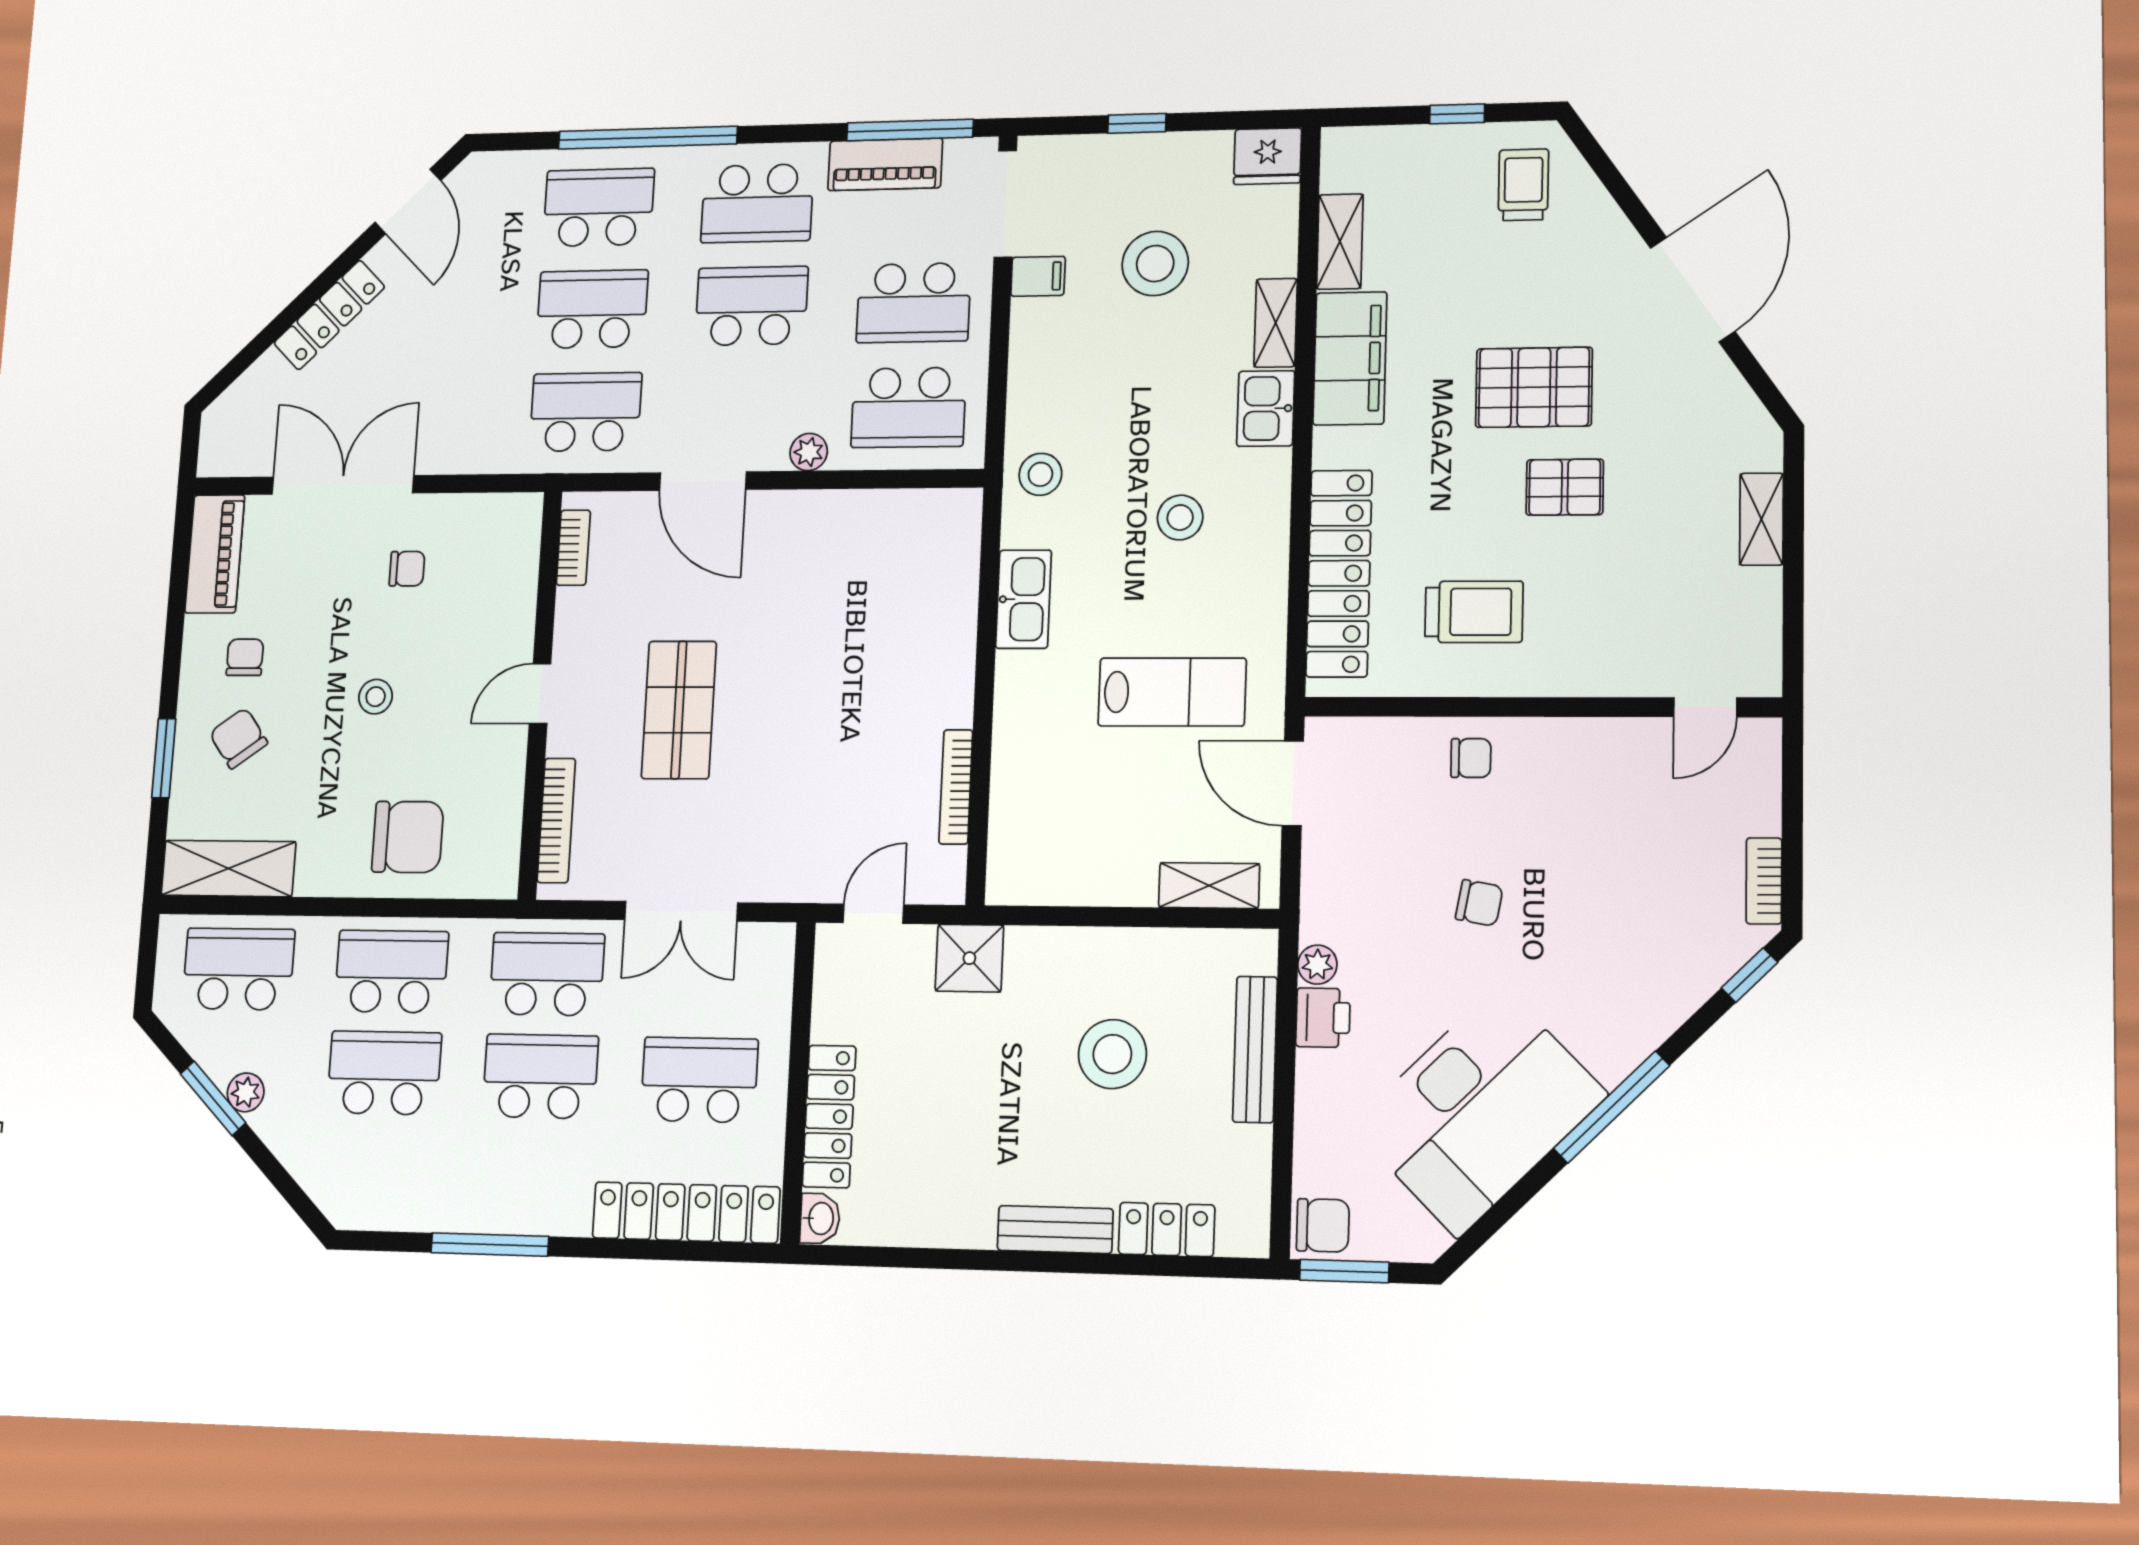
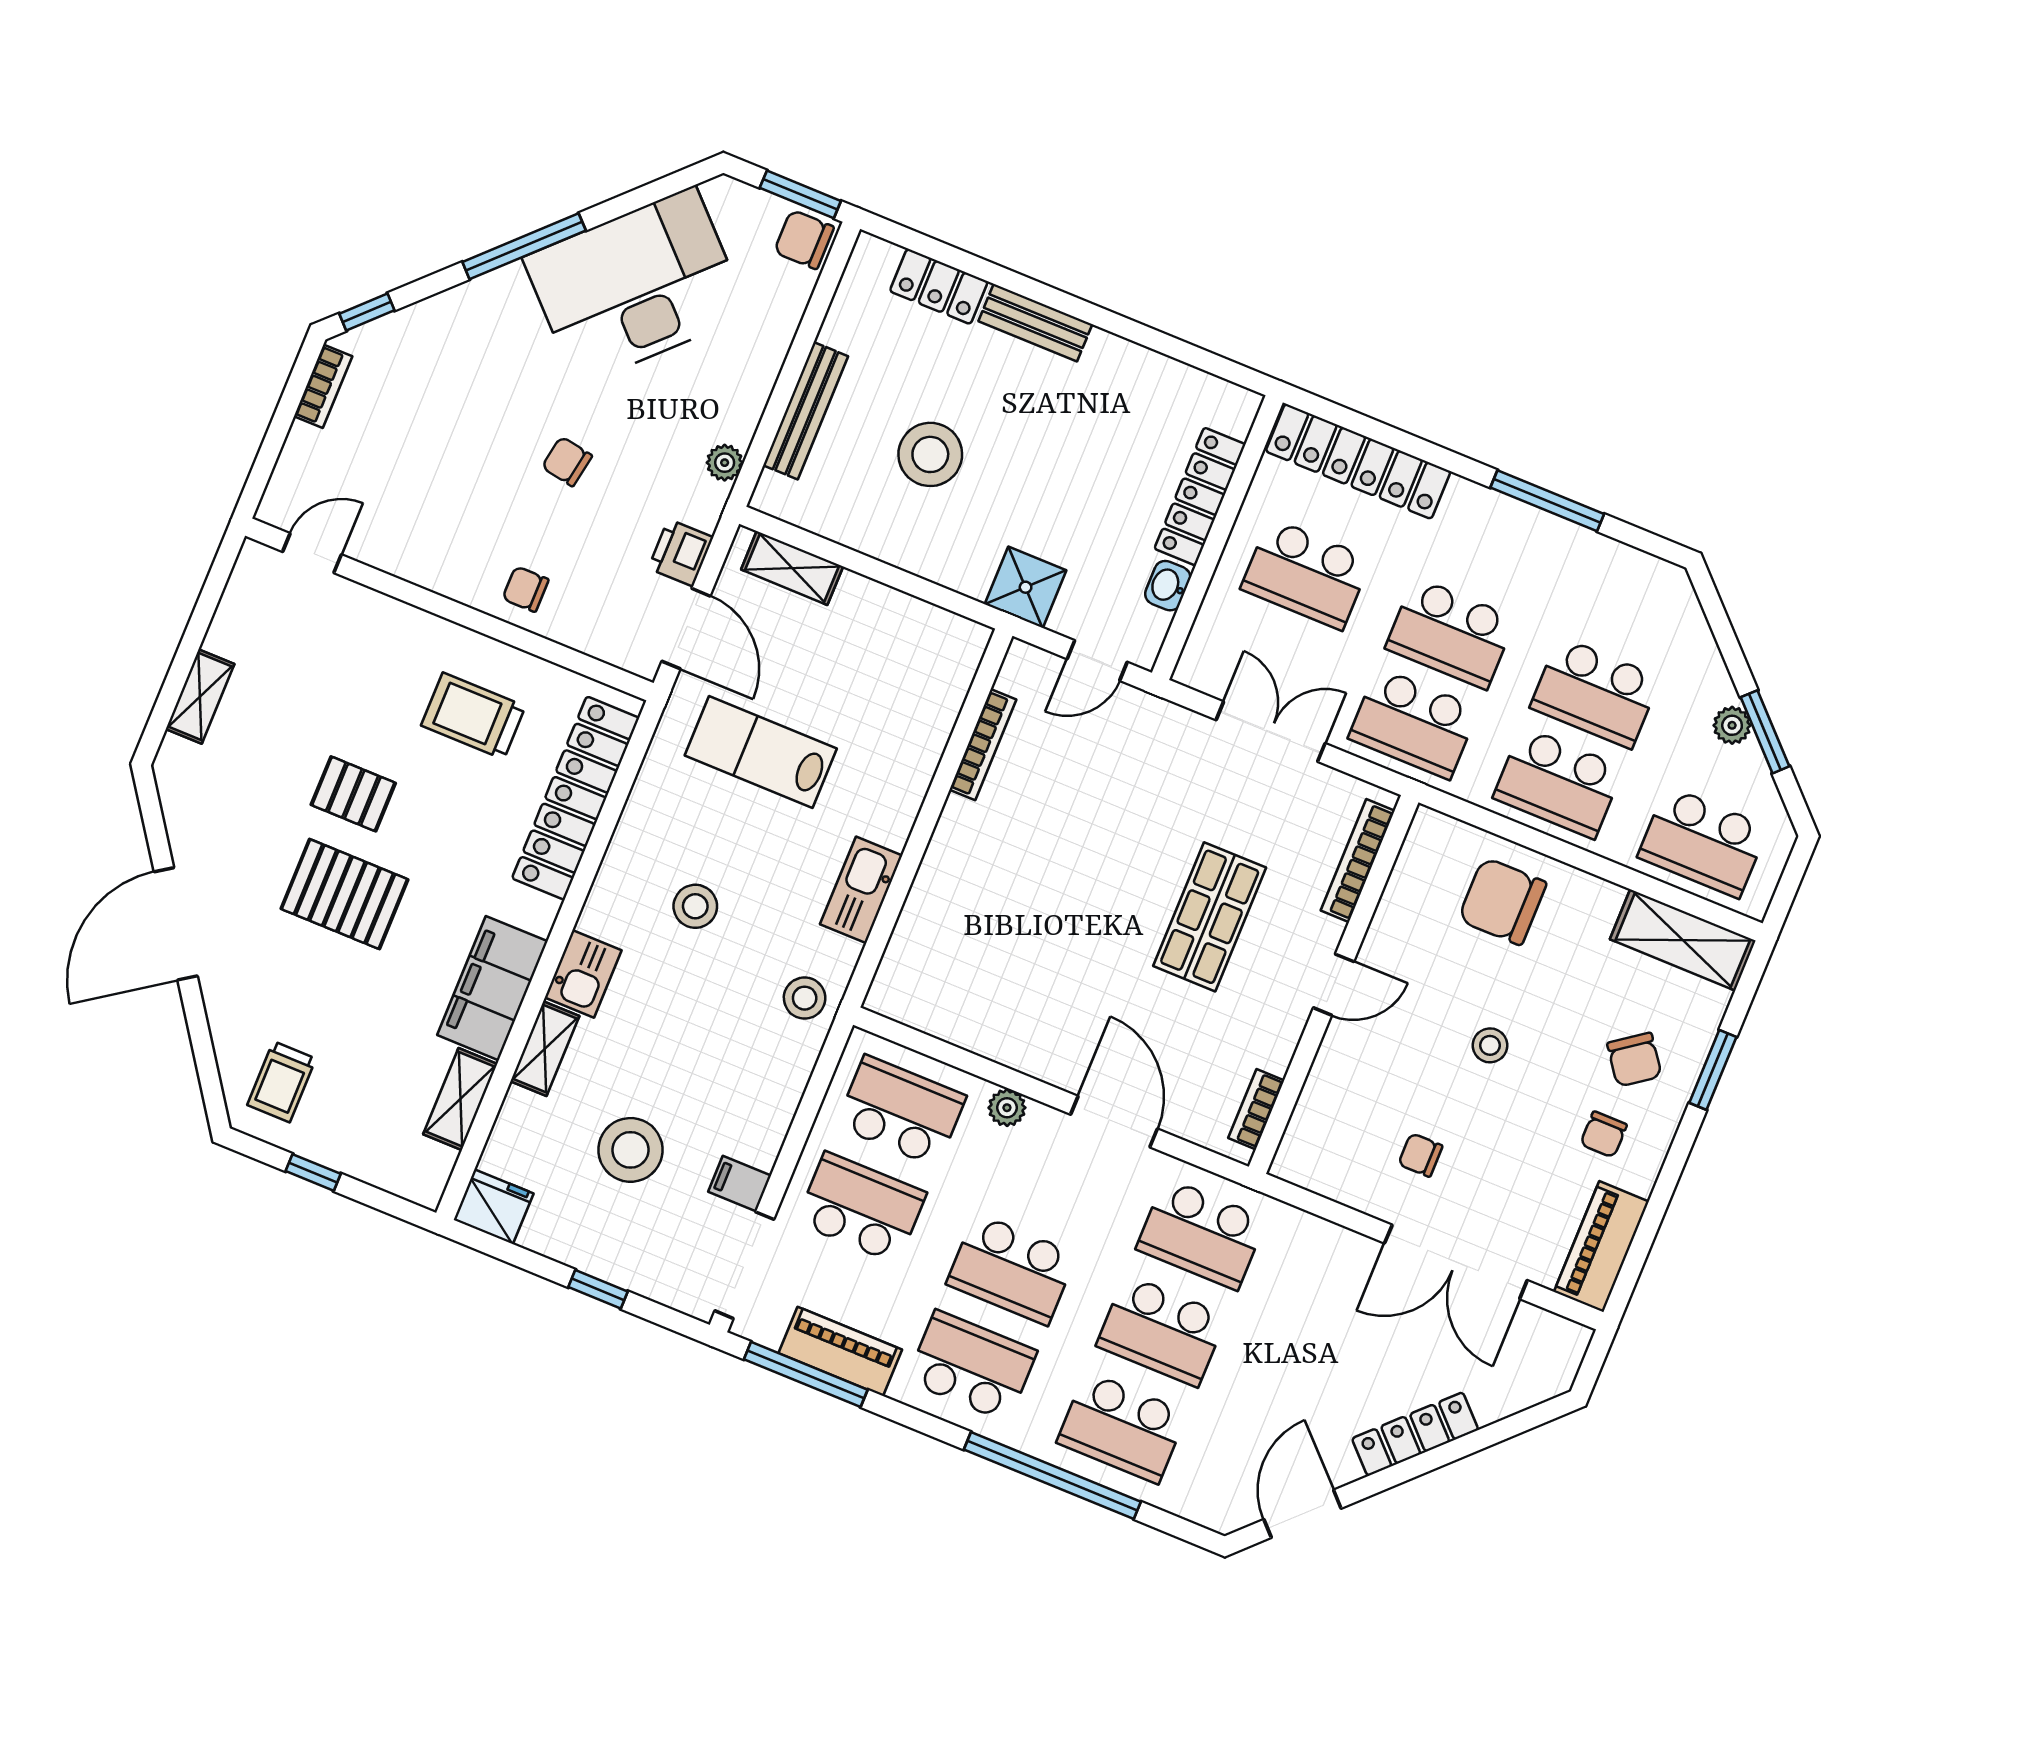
printer: (1323, 1018) -> (681, 553), moved
washbasin: (820, 1218) -> (1168, 586), moved

